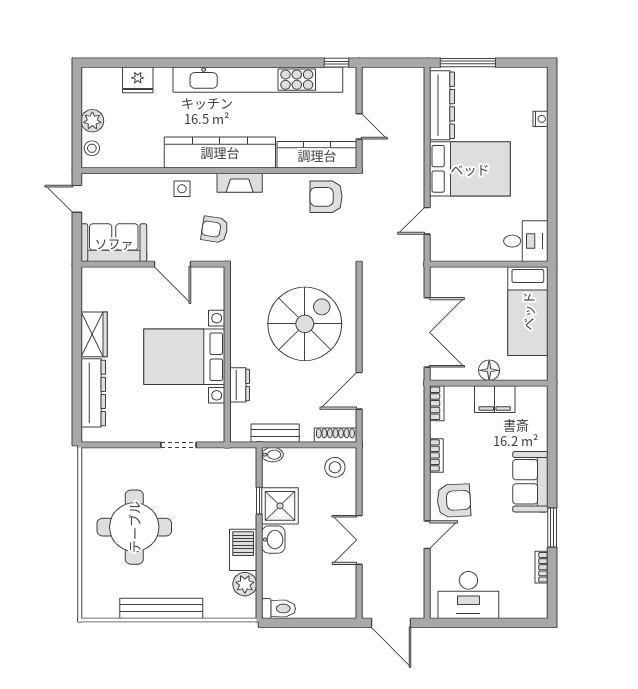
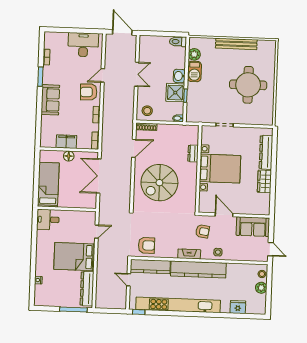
bench: (275, 433) -> (176, 129), removed

